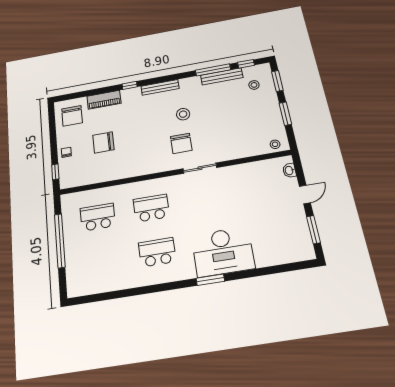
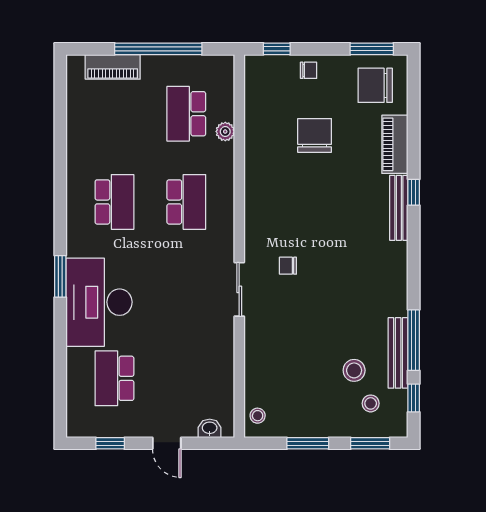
bench: (160, 87) -> (399, 208), moved
stool: (183, 114) -> (354, 370), moved
window: (52, 121) -> (372, 49), added
chair: (181, 143) -> (288, 266), width x0.54, depth x0.54
plant: (106, 192) -> (225, 132), added
school desk: (98, 217) -> (186, 114), turned 180
window: (313, 230) -> (110, 443), width x0.67
school desk: (270, 234) -> (114, 378), added
piano: (73, 267) -> (113, 67), added

